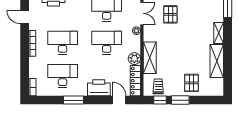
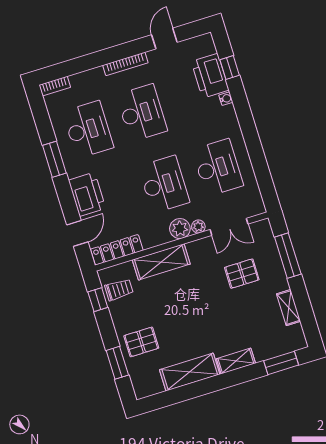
plant: (134, 59) -> (180, 229), moved
window: (180, 100) -> (117, 363), moved

